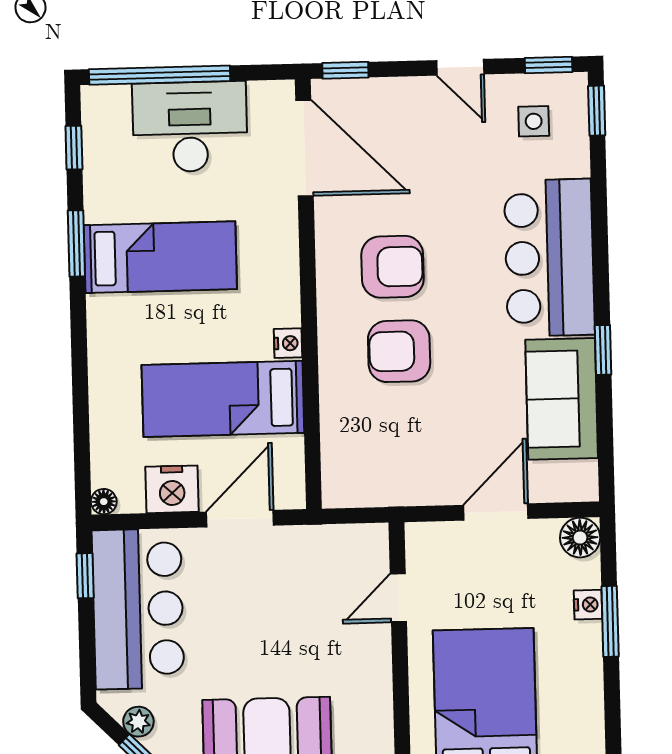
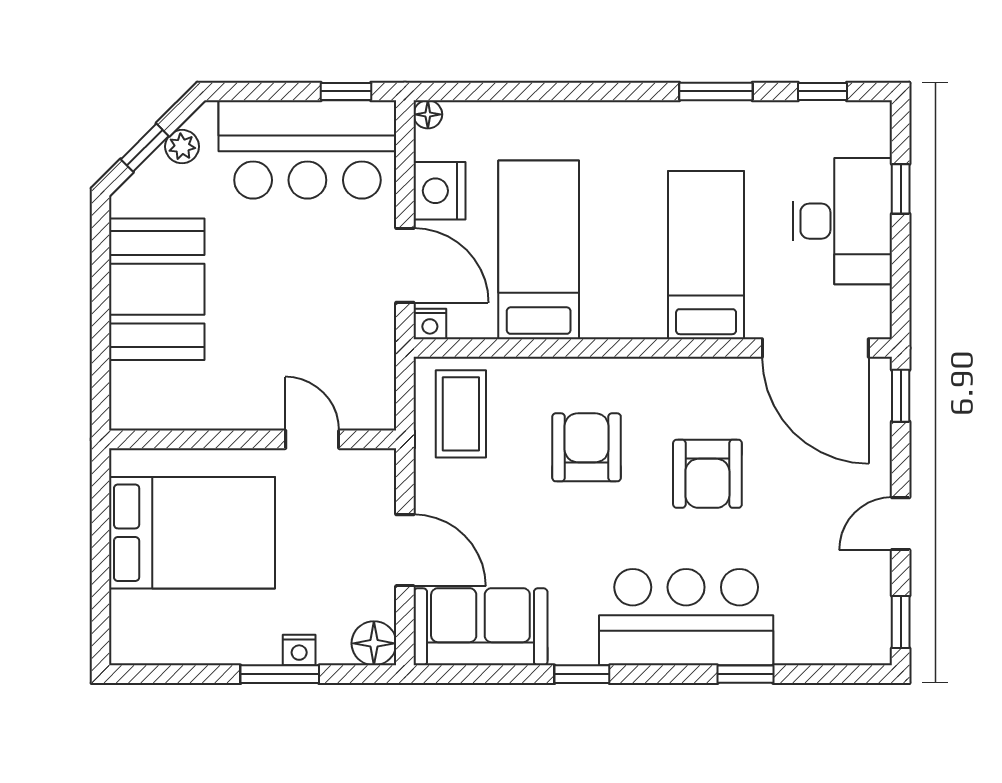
window: (160, 75) -> (901, 189), width x0.32
window: (597, 111) -> (745, 674), moved
side table: (534, 121) -> (838, 604), removed
door: (305, 148) -> (815, 348), hinge flipped
bed: (160, 257) -> (706, 255), moved, turned 180
armchair: (393, 267) -> (707, 474), moved
nightstand: (288, 343) -> (430, 324), moved
sofa: (562, 399) -> (480, 627), moved
coffee table: (372, 465) -> (461, 414), added

